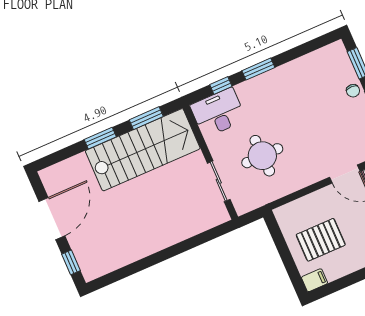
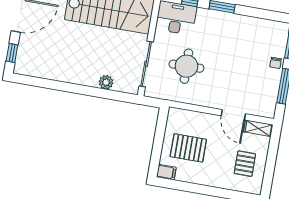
sliding door: (219, 181) -> (146, 64), width x1.37
plant: (189, 228) -> (106, 82), added

